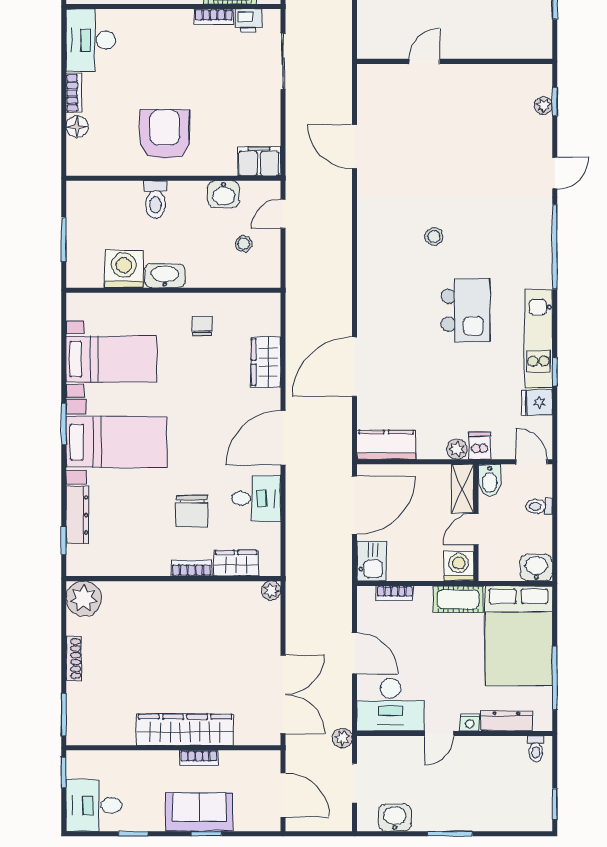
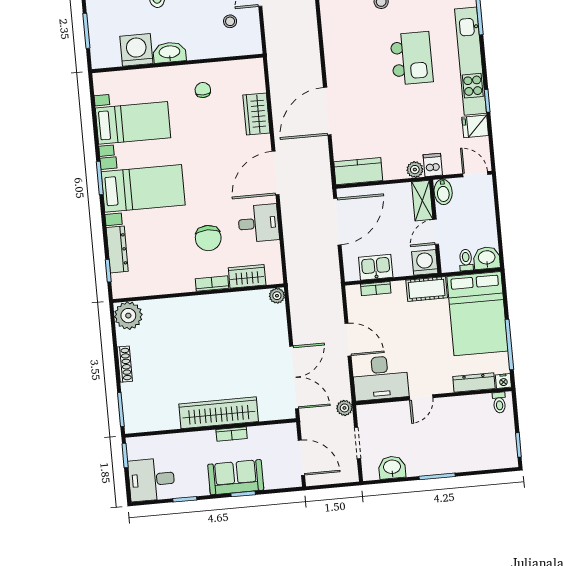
kitchen unit: (539, 338) -> (471, 61), width x1.36
toilet: (539, 506) -> (466, 260), moved, turned 90
kitchen sink: (372, 561) -> (376, 267), moved, turned -90
nightstand: (470, 723) -> (503, 381), moved

